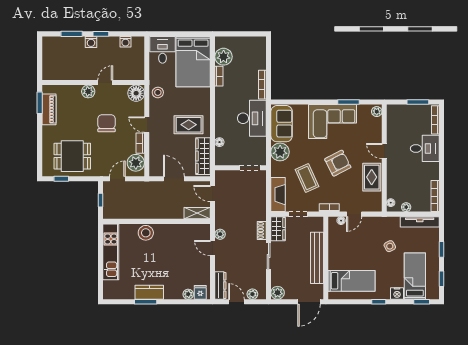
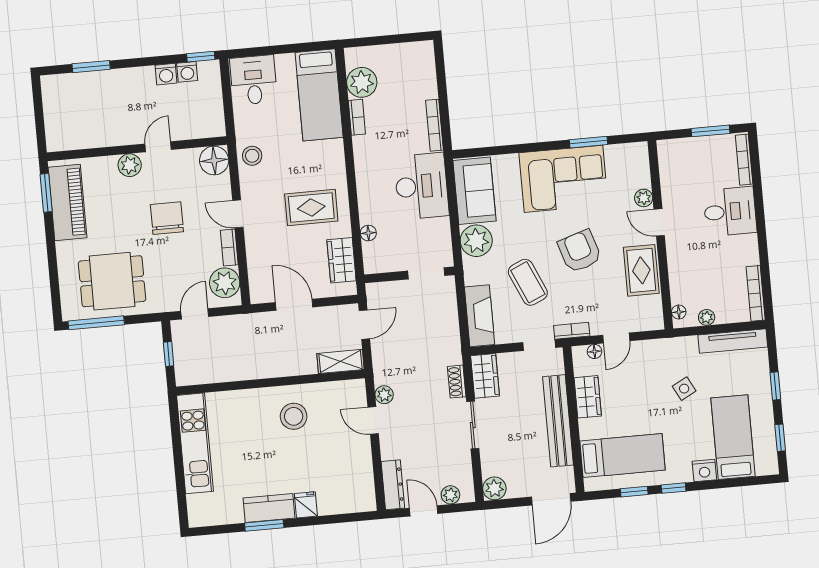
window: (101, 34) -> (201, 57), moved
washing machine: (91, 42) -> (166, 74), moved
bed: (193, 62) -> (319, 95), width x0.67
piano: (49, 109) -> (67, 202), width x1.37, depth x1.33
plant: (377, 112) -> (644, 198), moved
wardrobe: (203, 156) -> (342, 260), width x0.67
armchair: (338, 163) -> (580, 251), turned -81
window: (61, 179) -> (96, 323), width x2.17
door: (213, 194) -> (364, 325), swing flipped
doorway: (298, 214) -> (539, 345), moved
stool: (146, 233) -> (294, 416), moved
wardrobe: (335, 246) -> (588, 397), added
fridge: (200, 292) -> (306, 505), moved
plant: (188, 294) -> (338, 505), removed
window: (422, 302) -> (634, 492), moved

